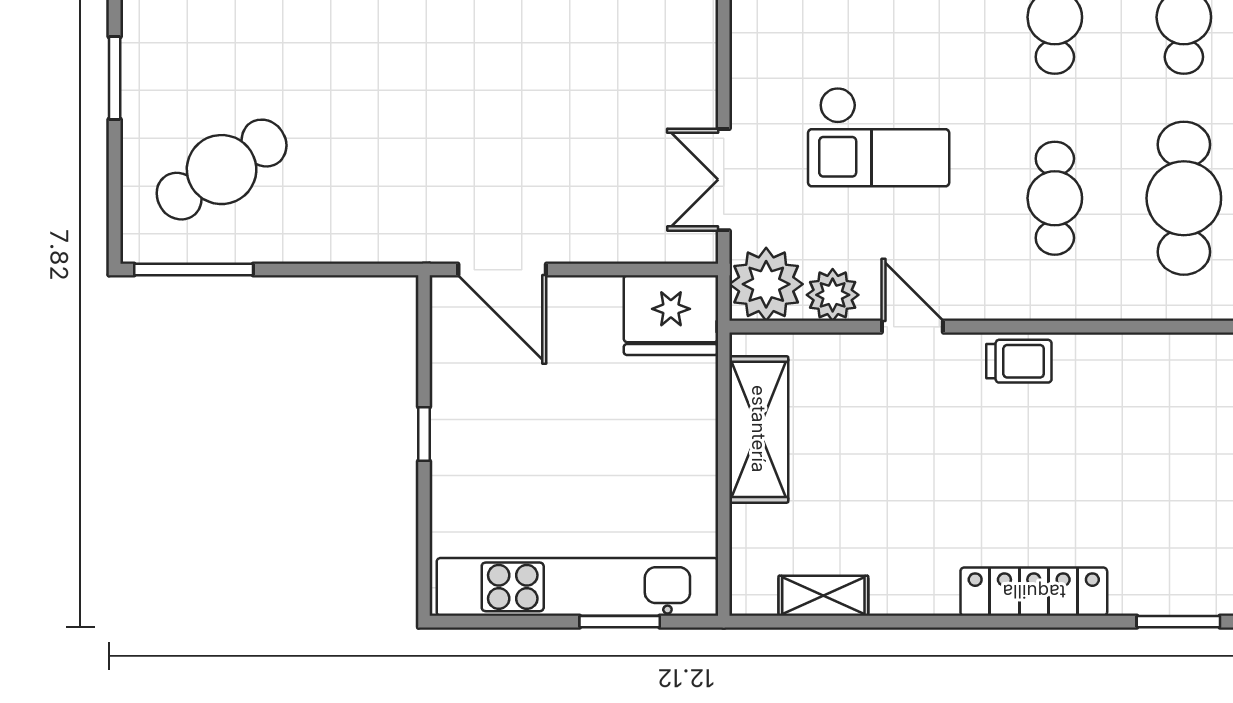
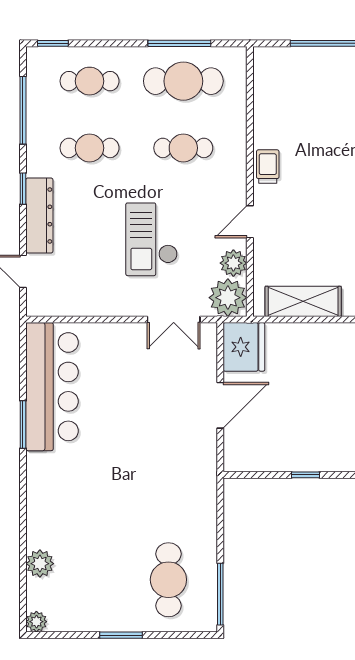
checkout: (879, 137) -> (152, 239), turned 180
cafe table: (222, 170) -> (168, 580), turned 32
door: (502, 270) -> (220, 405), moved

